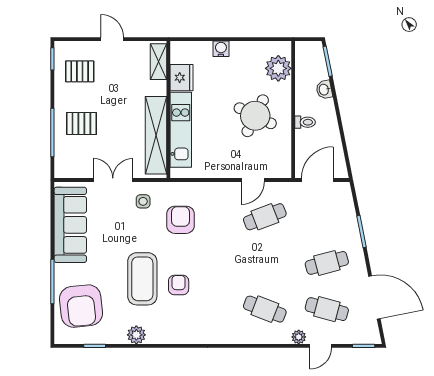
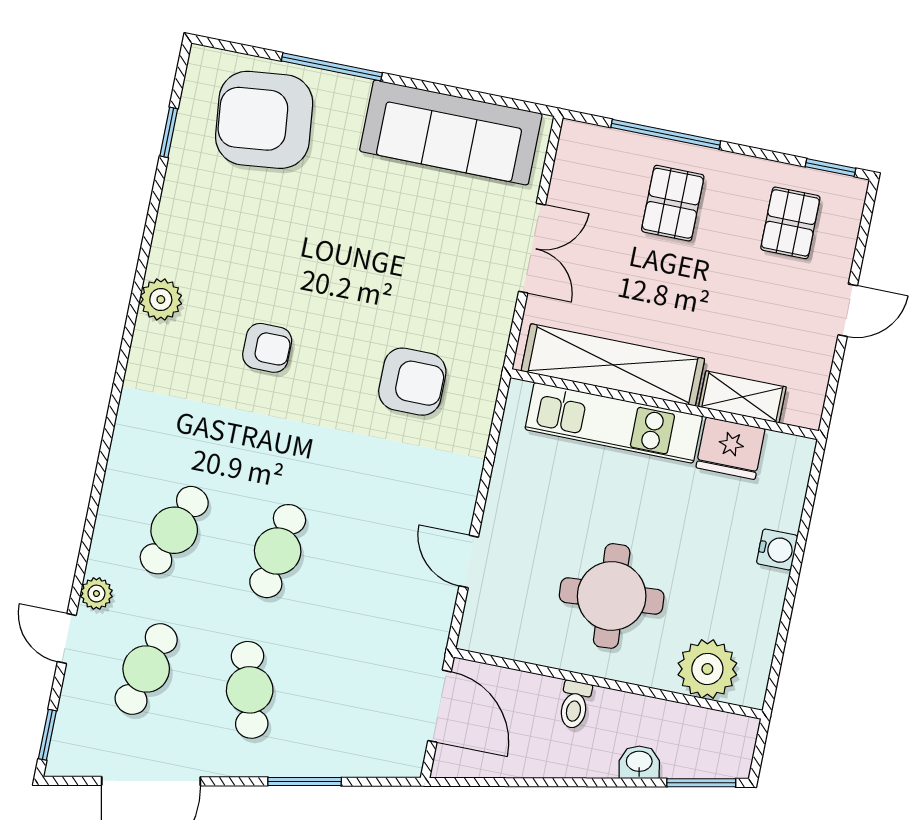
shelving: (158, 62) -> (742, 397), moved
round table: (255, 116) -> (612, 596), turned -30
side table: (143, 201) -> (470, 306), removed
cafe table: (265, 217) -> (278, 551), moved, turned 30
coffee table: (142, 279) -> (297, 269), removed
plant: (136, 335) -> (161, 300), moved

